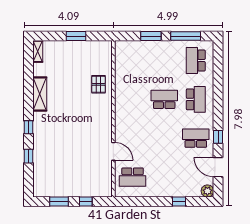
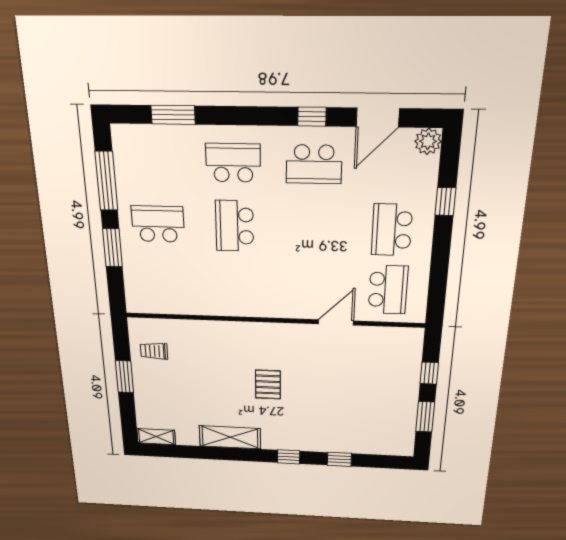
trolley: (93, 54) -> (154, 351), added
school desk: (196, 61) -> (158, 224), moved, turned 180
window: (218, 71) -> (173, 115), added
pallet: (99, 84) -> (268, 384), moved, turned 90
school desk: (196, 138) -> (314, 164), turned -90
school desk: (164, 177) -> (392, 230), added

